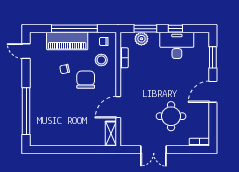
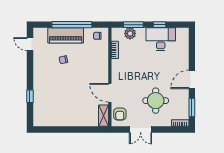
window: (213, 57) -> (192, 108), moved
stool: (101, 60) -> (95, 52), removed
chair: (86, 80) -> (82, 69), removed
door: (118, 107) -> (110, 93), hinge flipped
window: (26, 111) -> (30, 96), width x0.32
armchair: (130, 132) -> (120, 114), added

